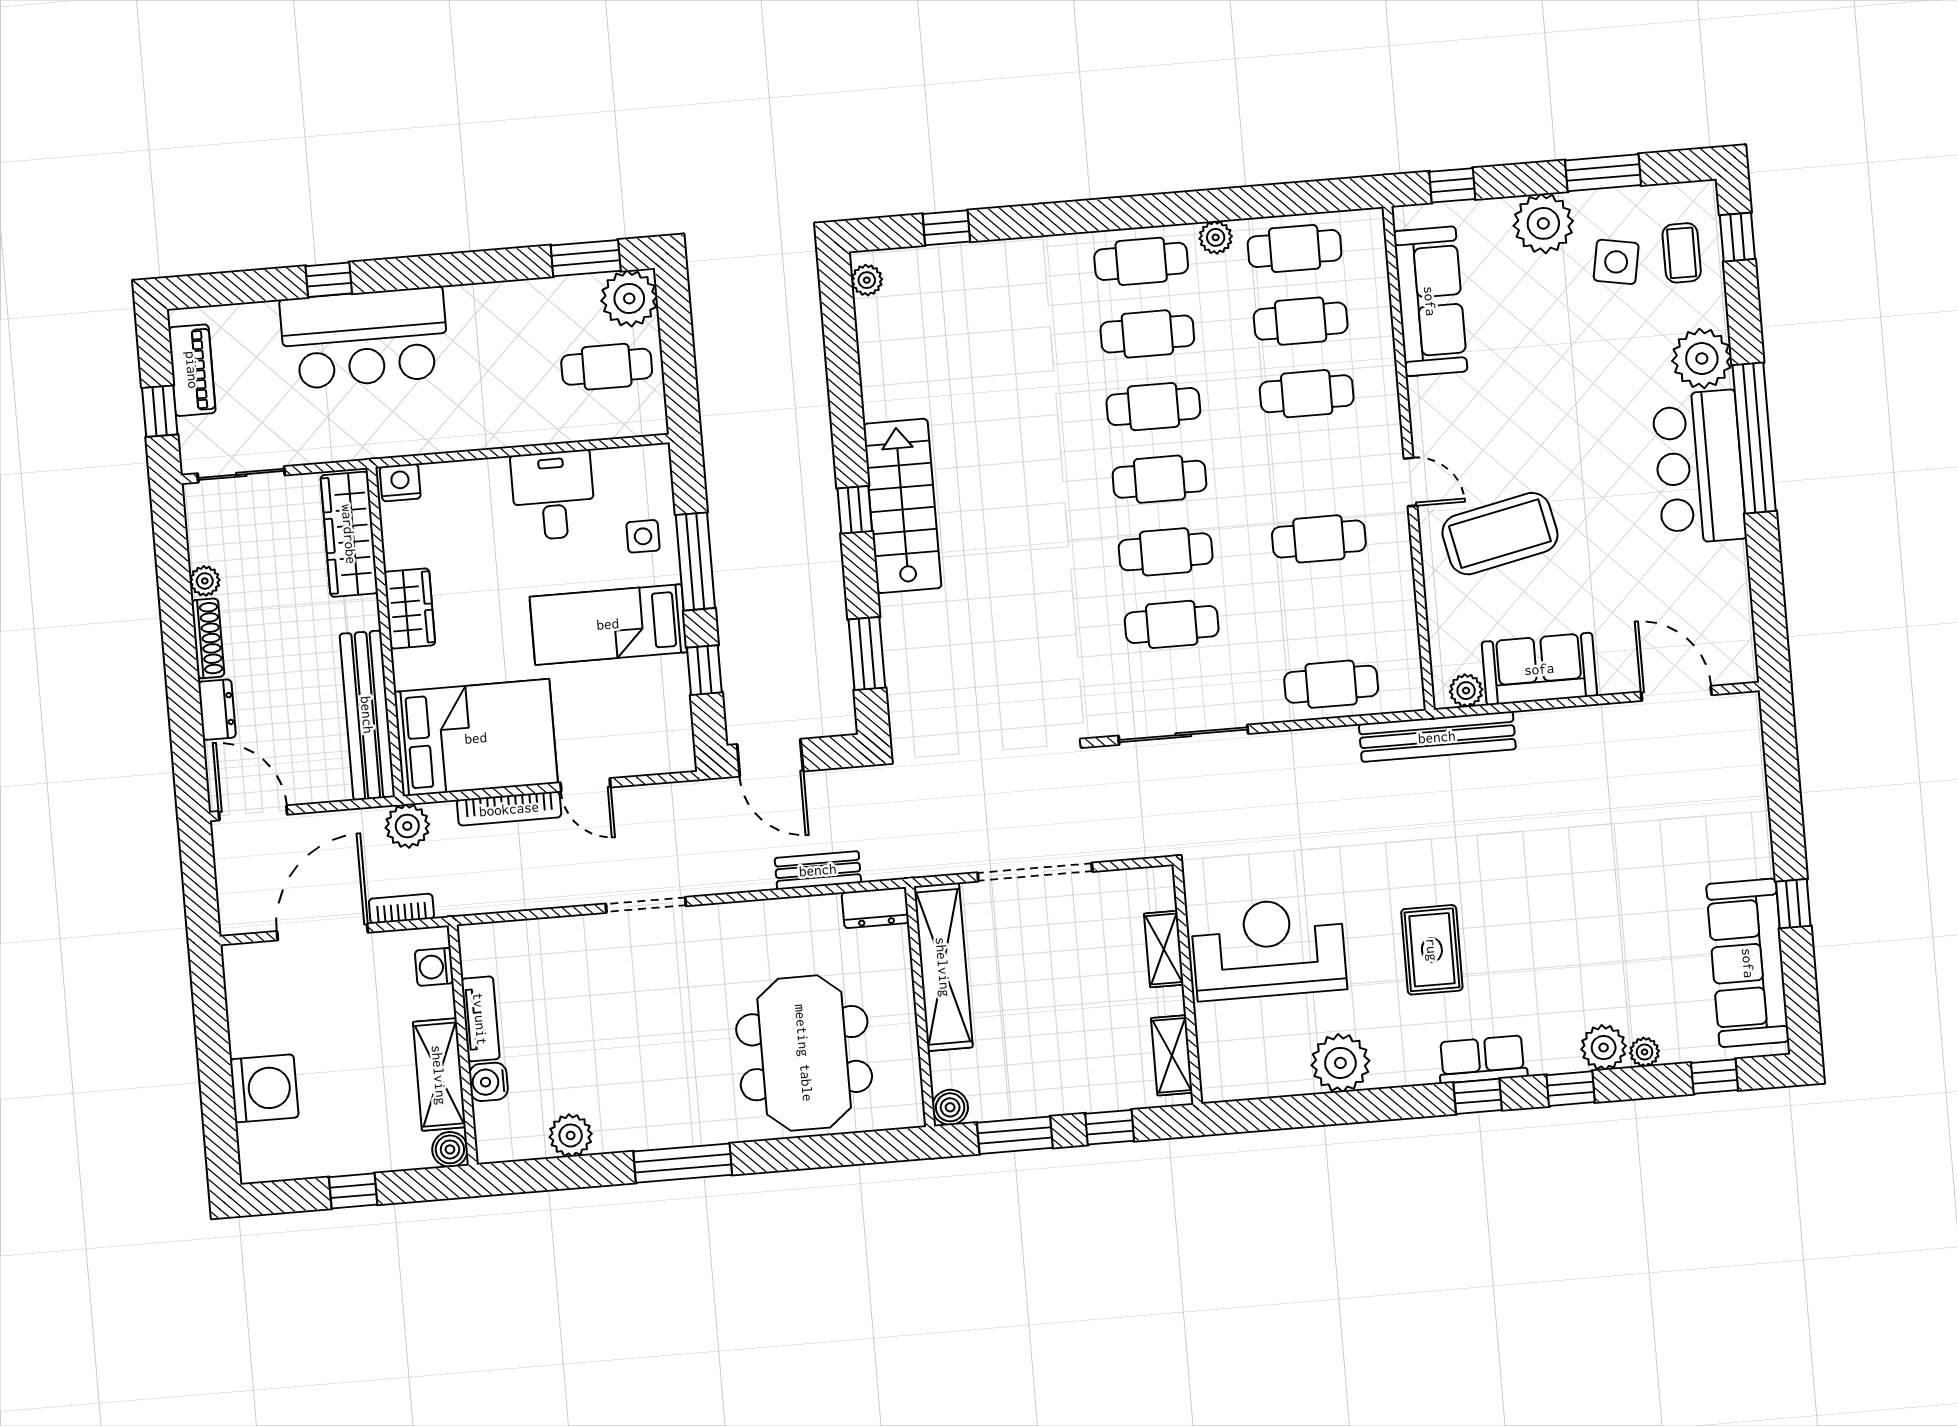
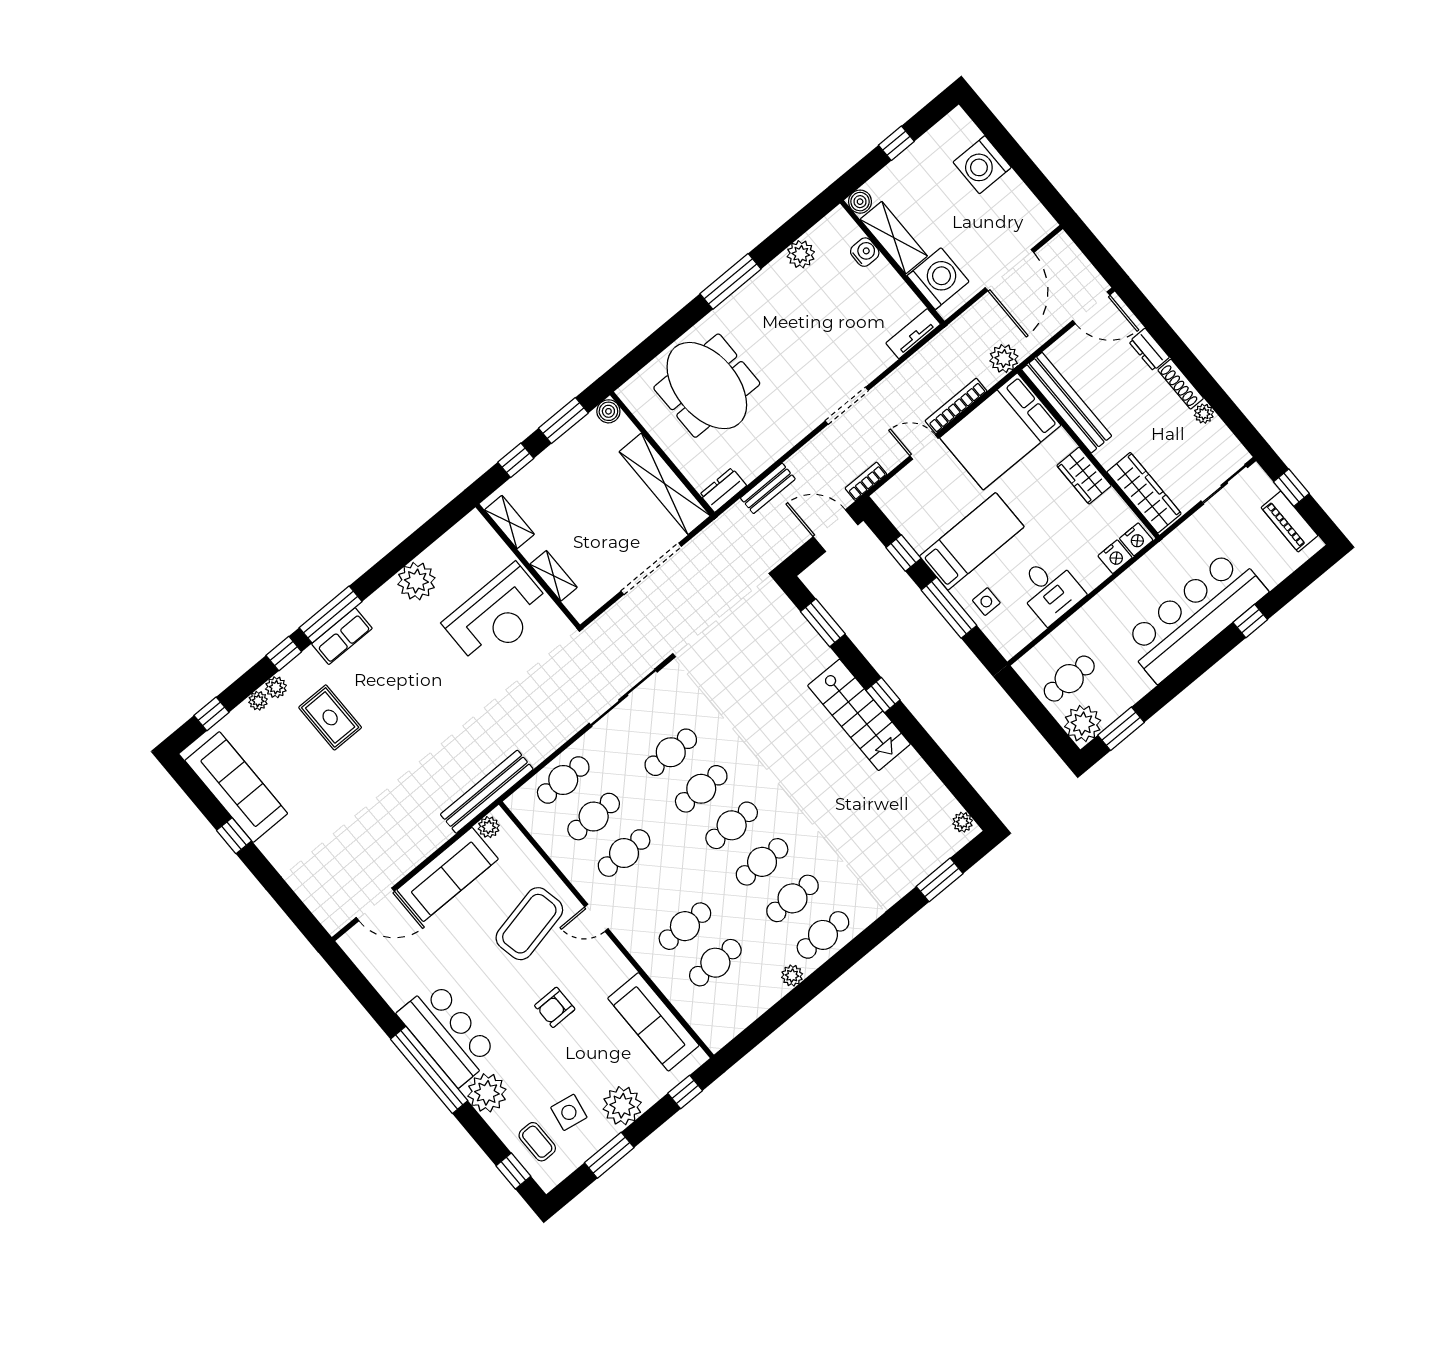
window: (946, 228) -> (940, 880), width x1.50
cafe table: (1295, 248) -> (594, 817), moved
bar counter: (364, 338) -> (1194, 616), width x1.36
armchair: (1542, 406) -> (555, 1007), added
nightstand: (442, 480) -> (1115, 557), added
sofa: (1539, 669) -> (448, 874), width x1.36
bookcase: (401, 909) -> (866, 481), moved, turned 180
rug: (1432, 950) -> (330, 717), moved
washing machine: (434, 967) -> (938, 279), width x1.89, depth x1.89
tv unit: (480, 1019) -> (913, 334), moved, turned 90
plant: (1604, 1048) -> (276, 687), width x0.73, depth x0.73
window: (1478, 1096) -> (331, 615), width x2.17

